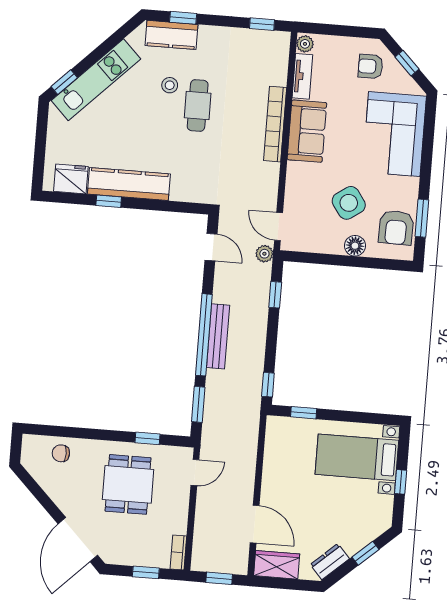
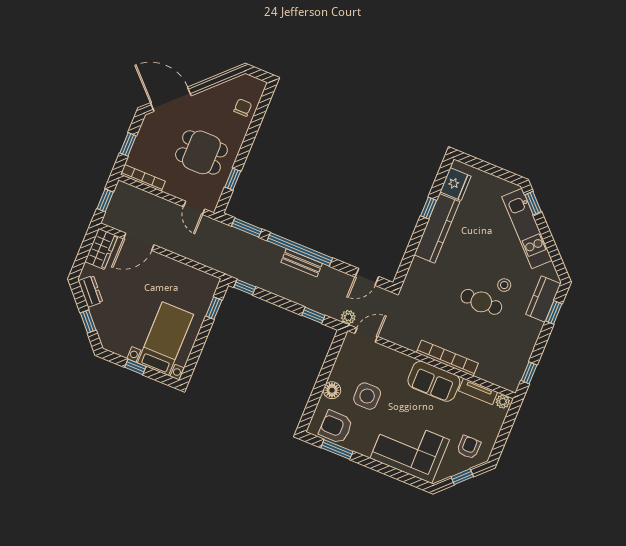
side table: (349, 203) -> (367, 396), turned 35
bench: (218, 336) -> (302, 263), width x0.73
bookcase: (178, 552) -> (143, 178), width x1.56

